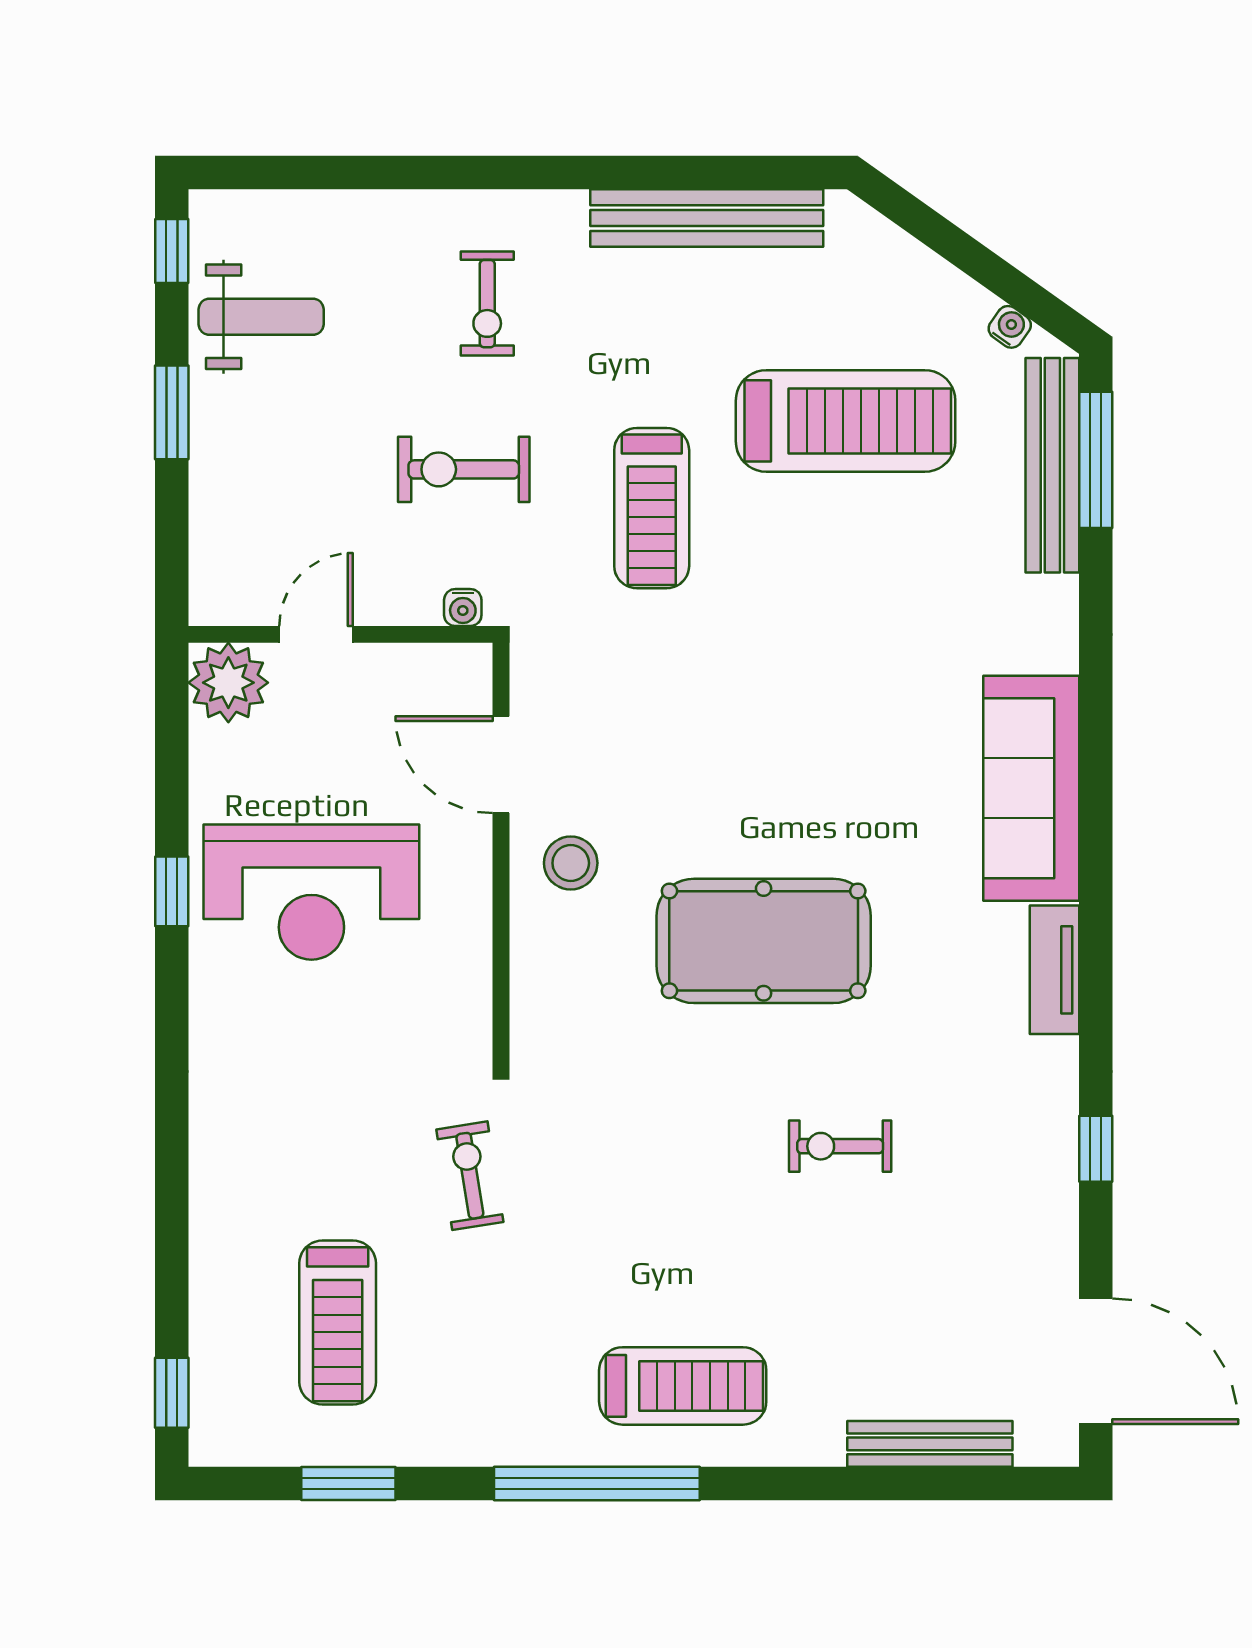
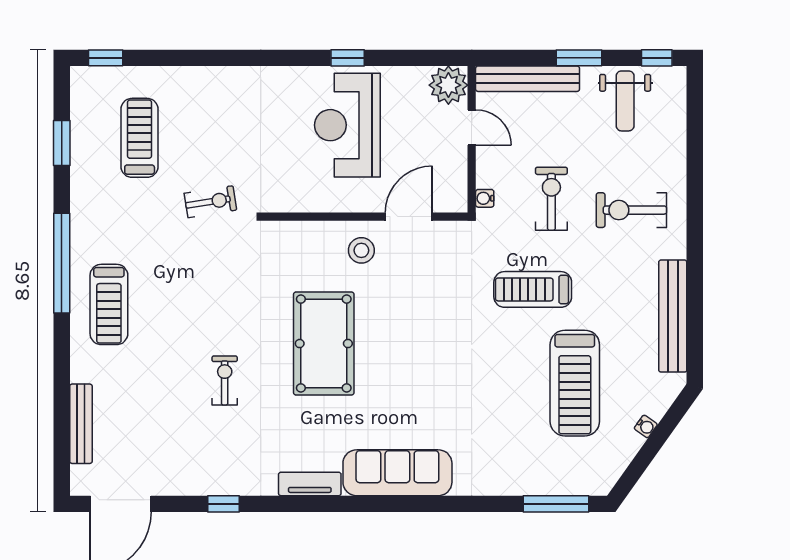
exercise bike: (487, 304) -> (631, 210), width x1.38, depth x1.39
water cooler: (1010, 327) -> (646, 426), moved
bench: (1052, 465) -> (528, 79), moved
treadmill: (338, 1323) -> (140, 138), turned 90

